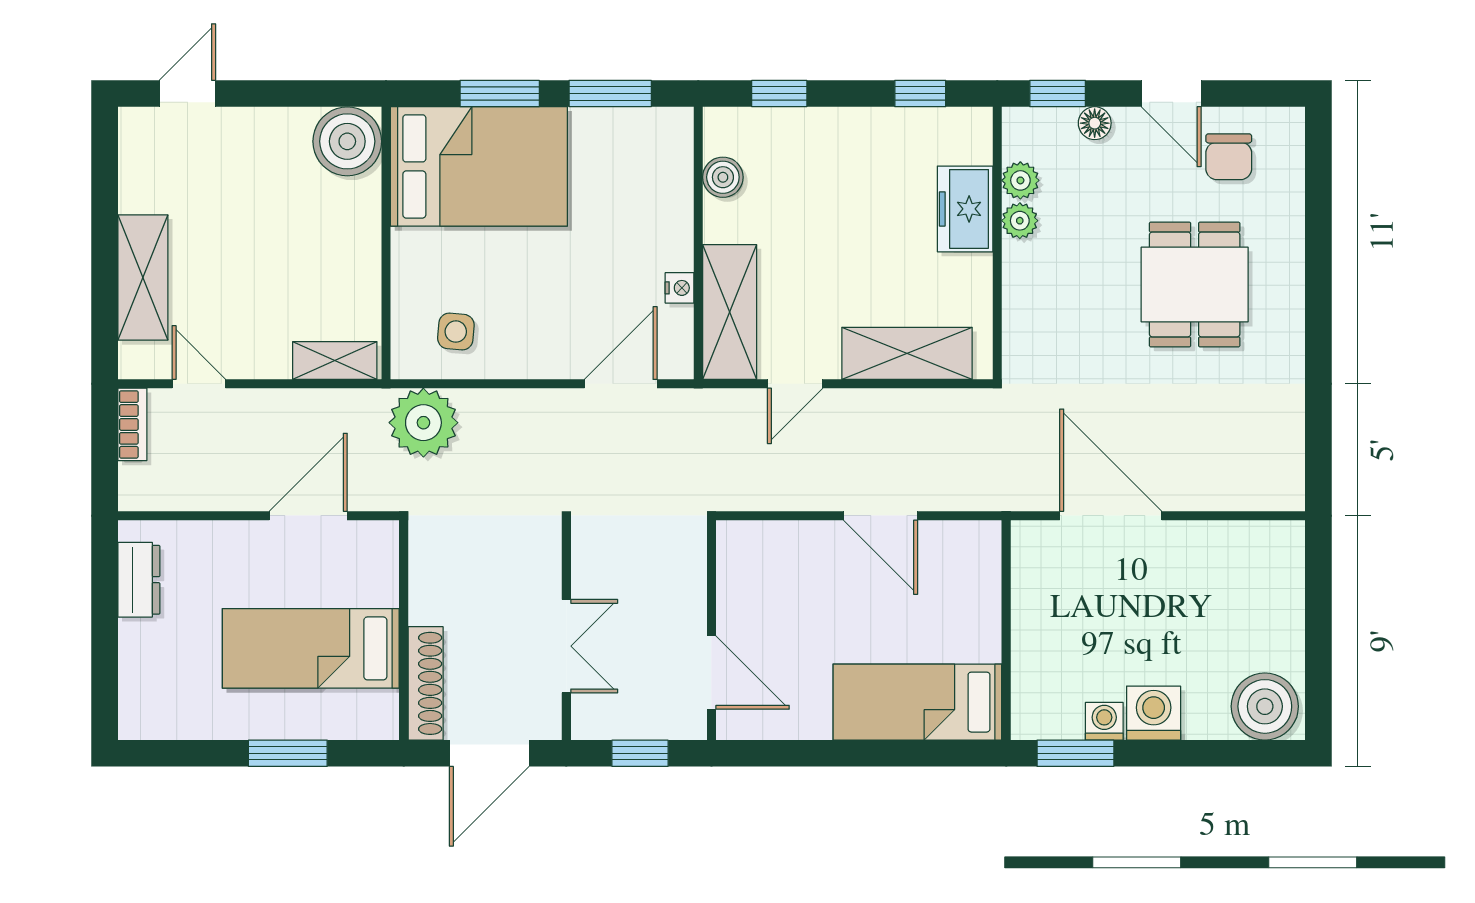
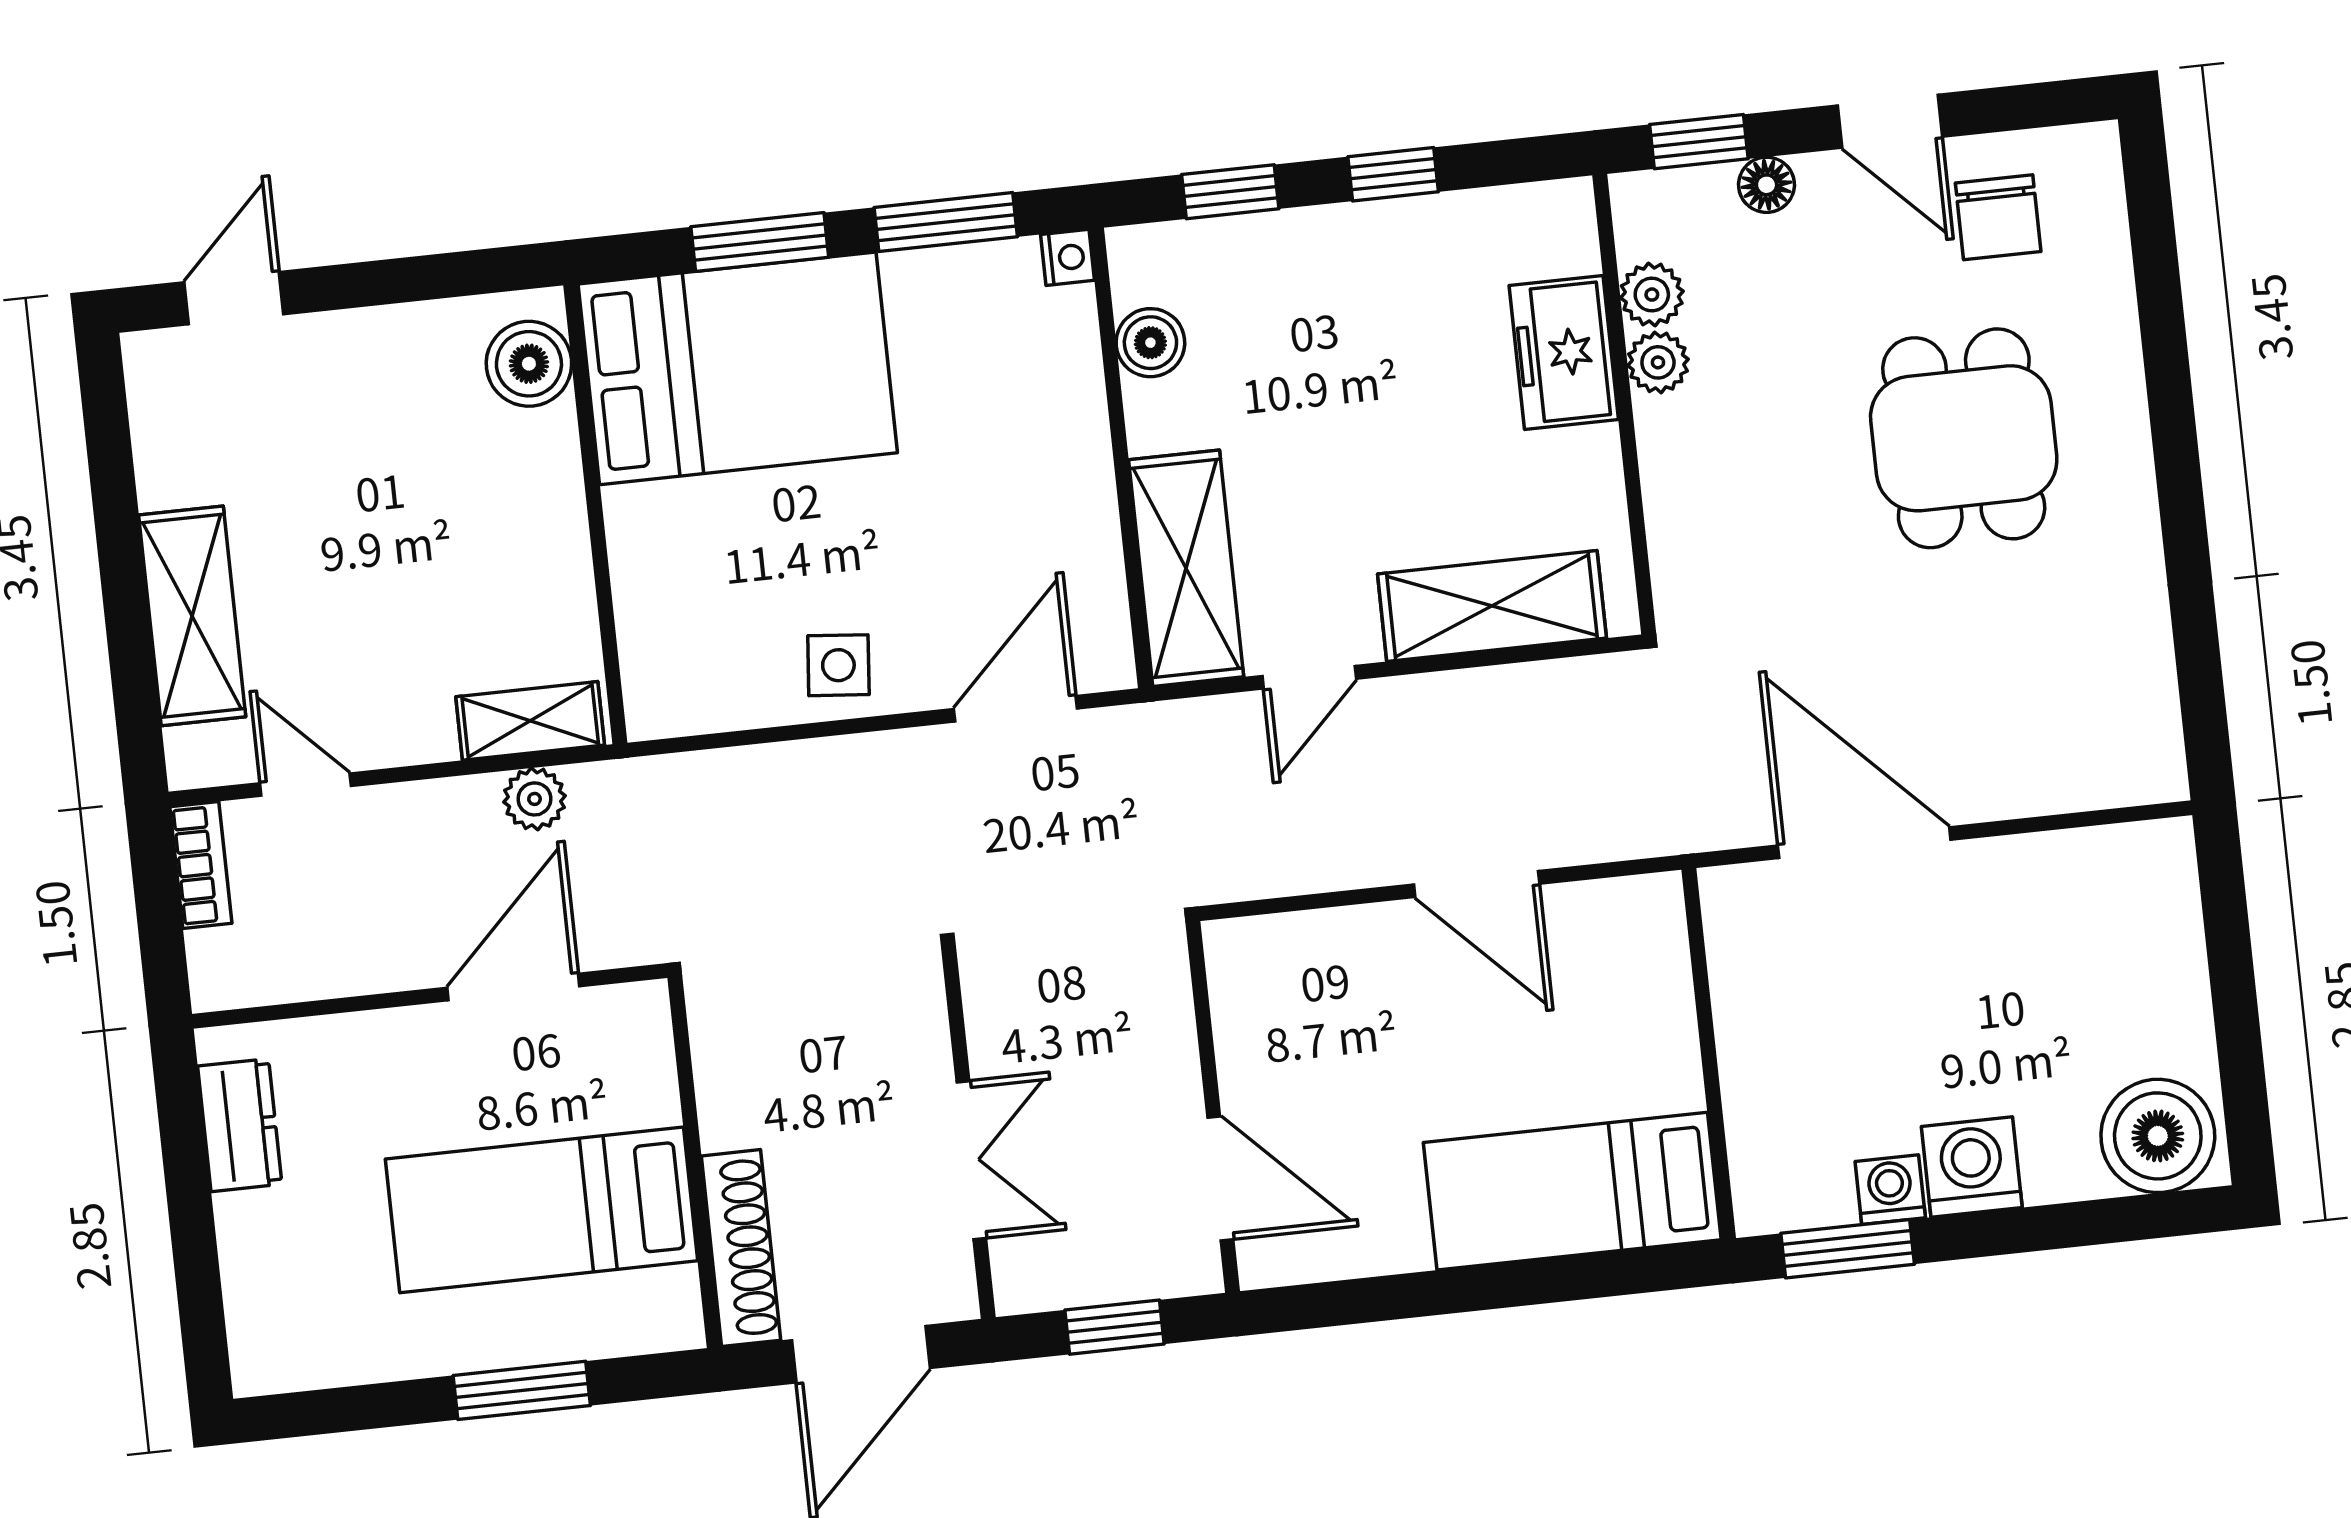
window: (920, 94) -> (1393, 174), moved
boiler: (347, 141) -> (529, 364), width x0.73, depth x0.73
nightstand: (680, 288) -> (1068, 257), moved
side table: (456, 332) -> (838, 665), moved
plant: (423, 423) -> (535, 799), moved, width x0.53, depth x0.53

